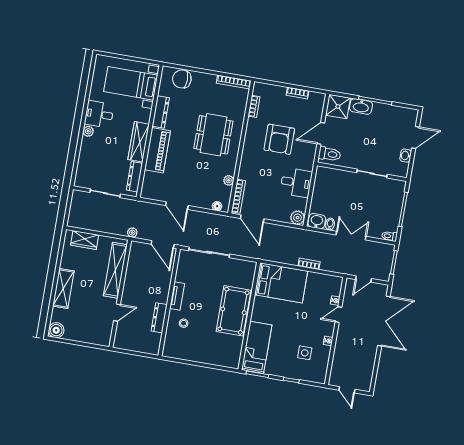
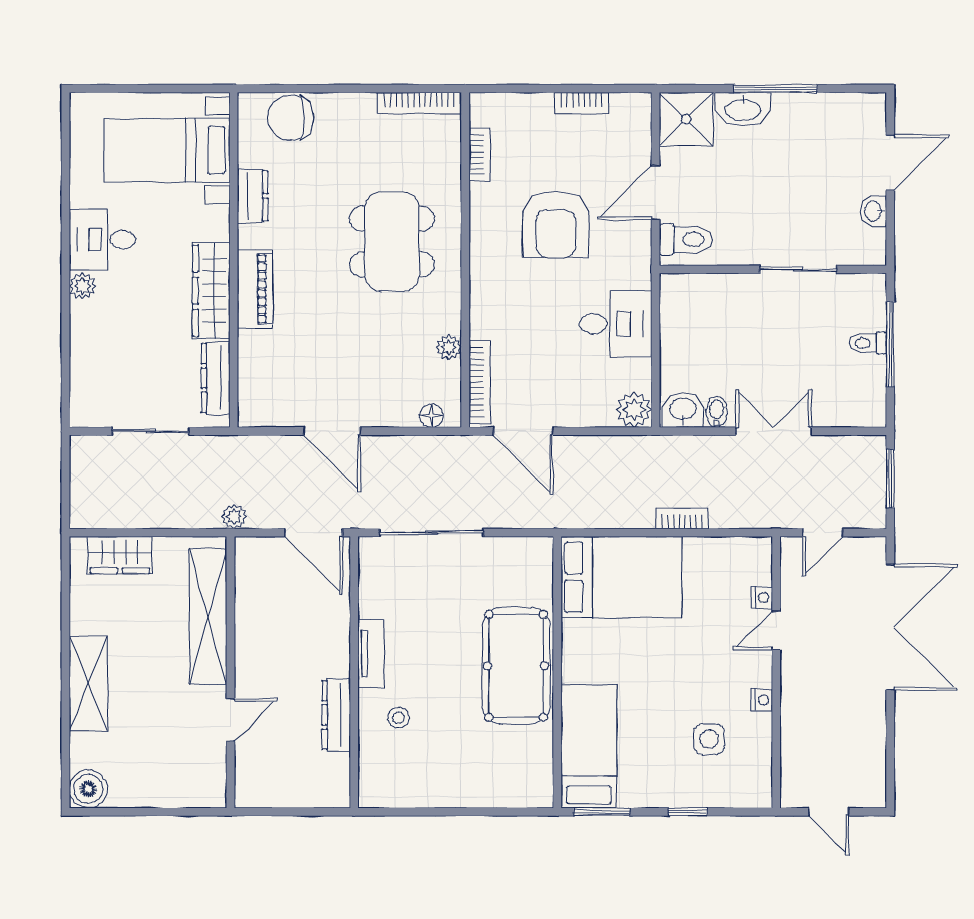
dresser: (161, 112) -> (253, 196), width x0.70
piano: (157, 150) -> (255, 289), width x0.73, depth x0.75
toilet: (389, 236) -> (868, 343), moved

